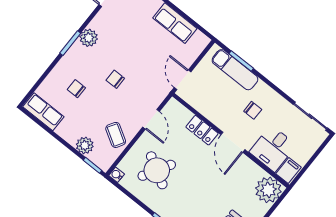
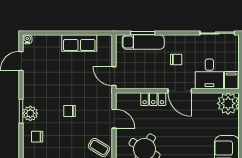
plant: (89, 38) -> (30, 113), moved
chair: (76, 89) -> (37, 137), moved

